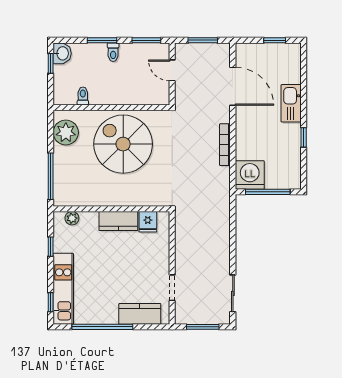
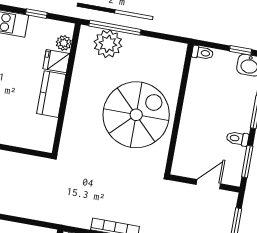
toilet: (113, 52) -> (238, 139), moved
toilet: (83, 96) -> (203, 53), moved
plant: (66, 133) -> (108, 44), moved
fridge: (148, 222) -> (56, 61), moved

